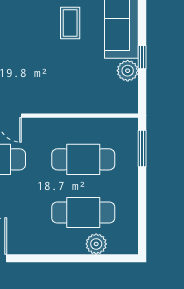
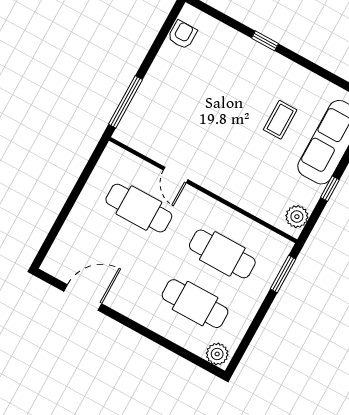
plant: (128, 71) -> (297, 217), moved
plant: (96, 244) -> (217, 354), moved

